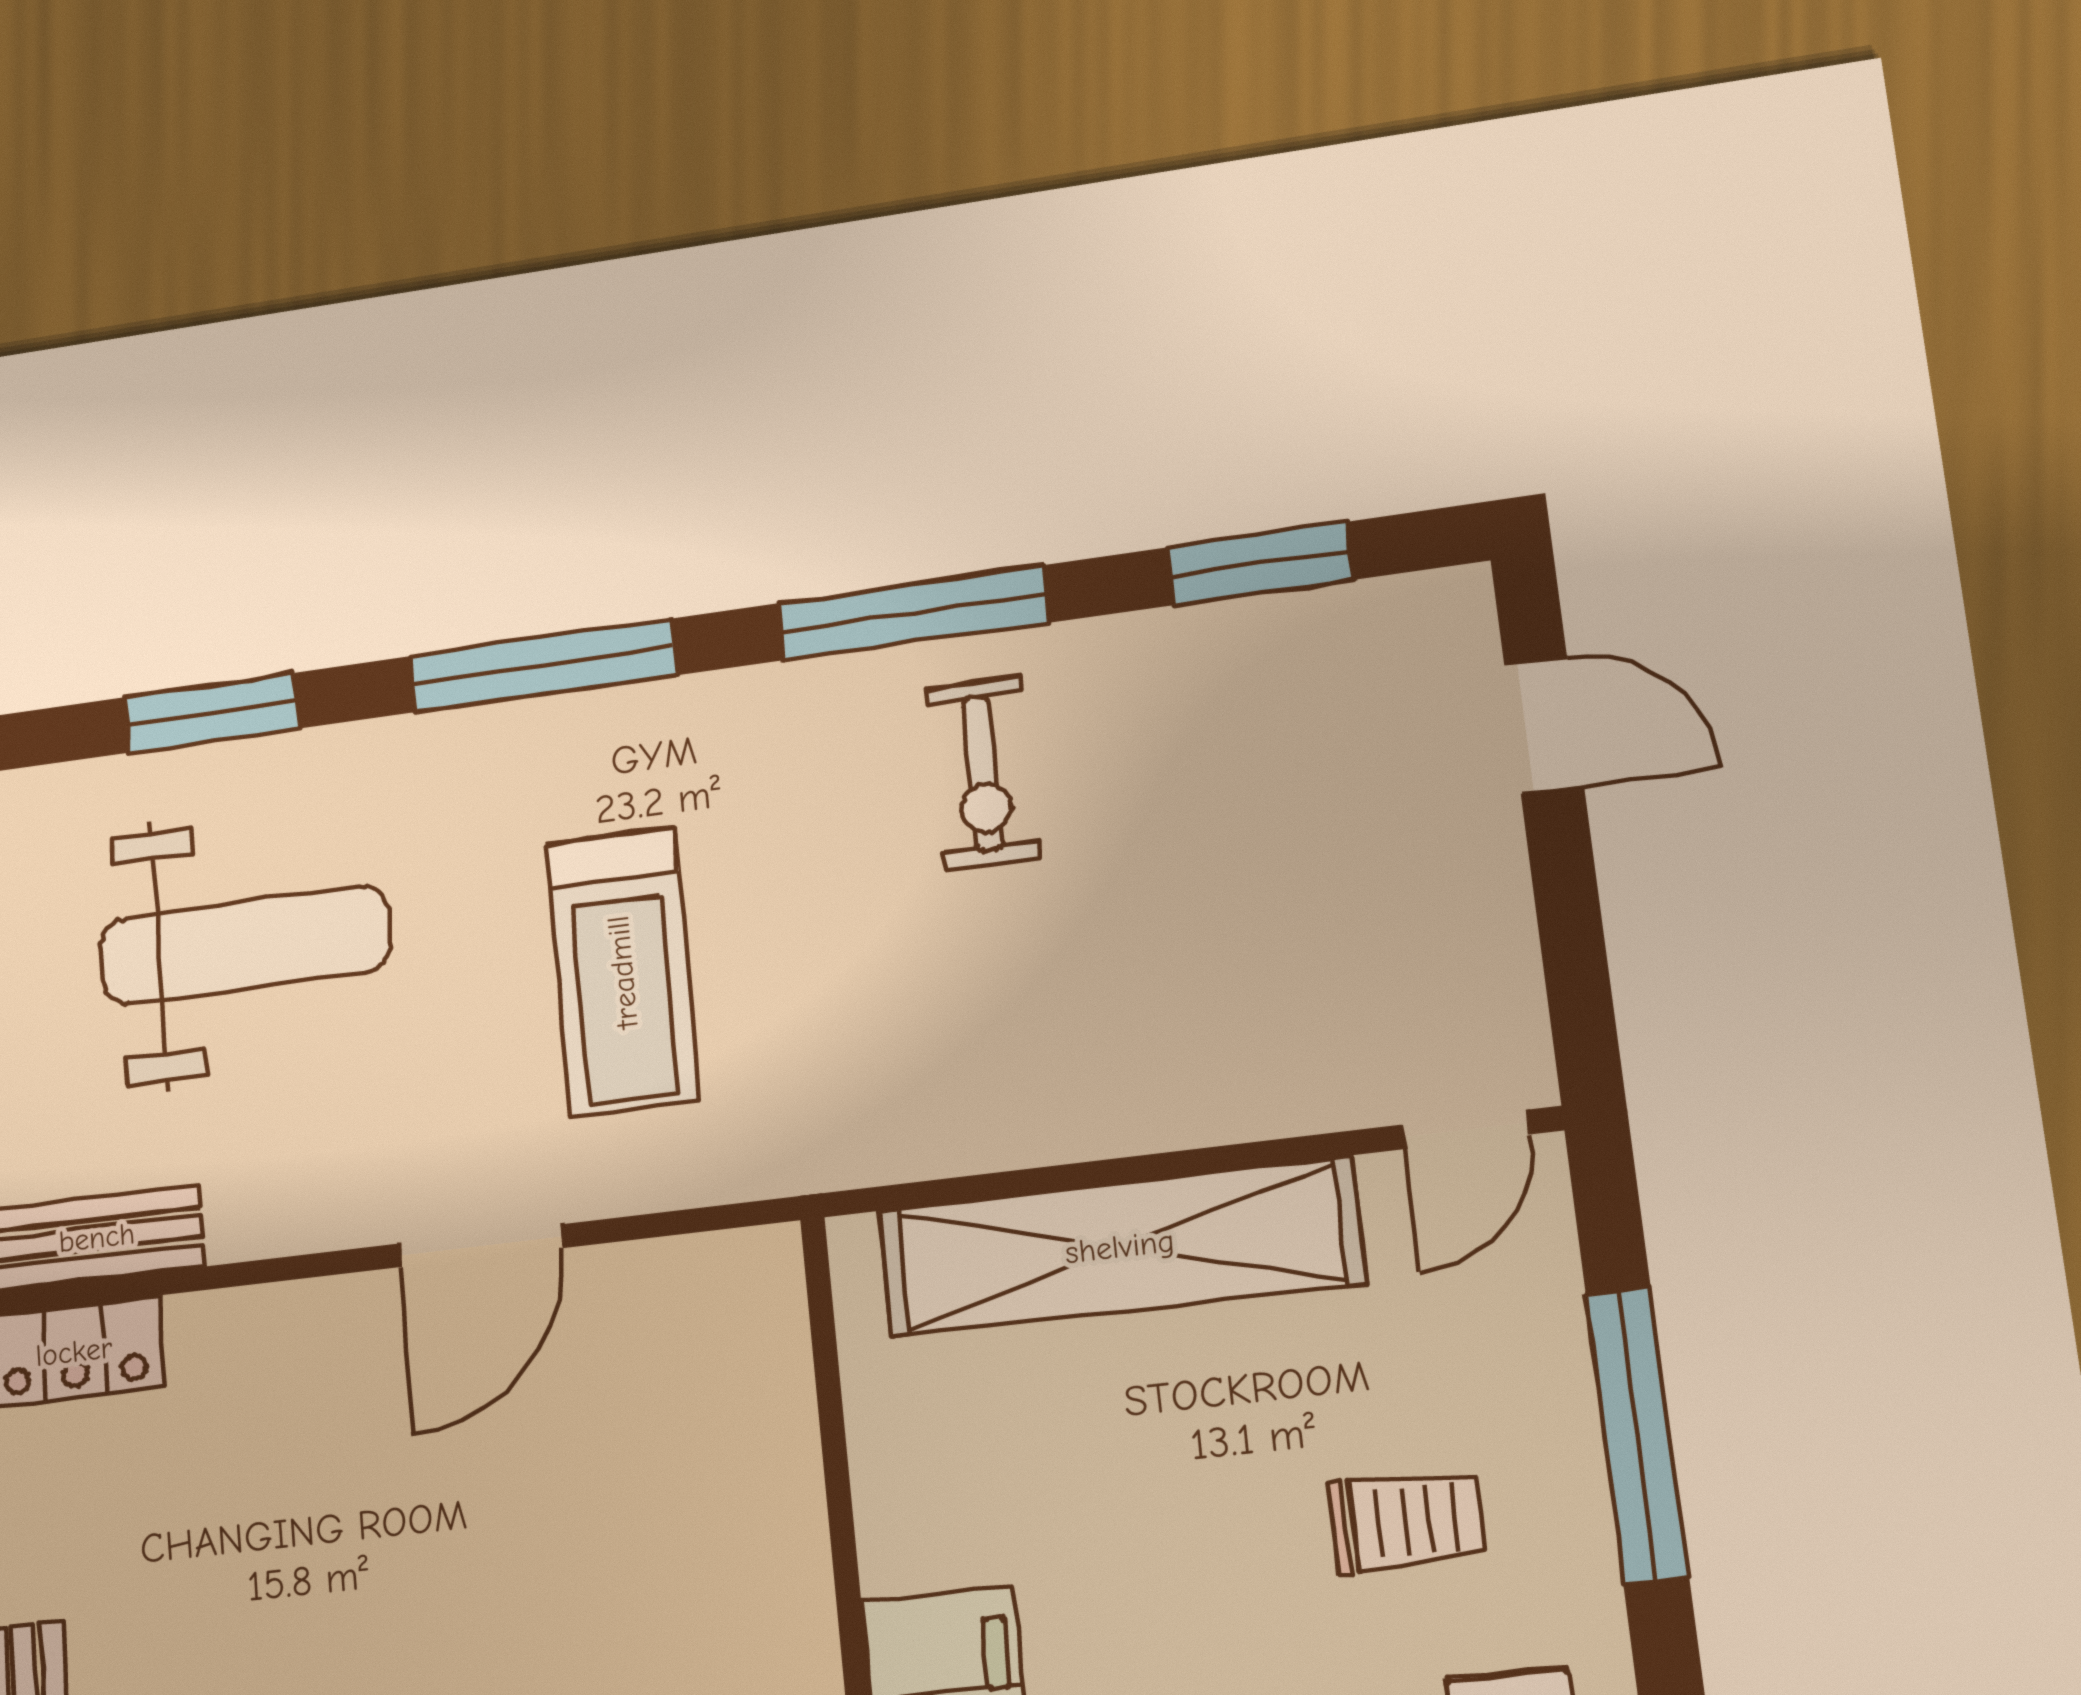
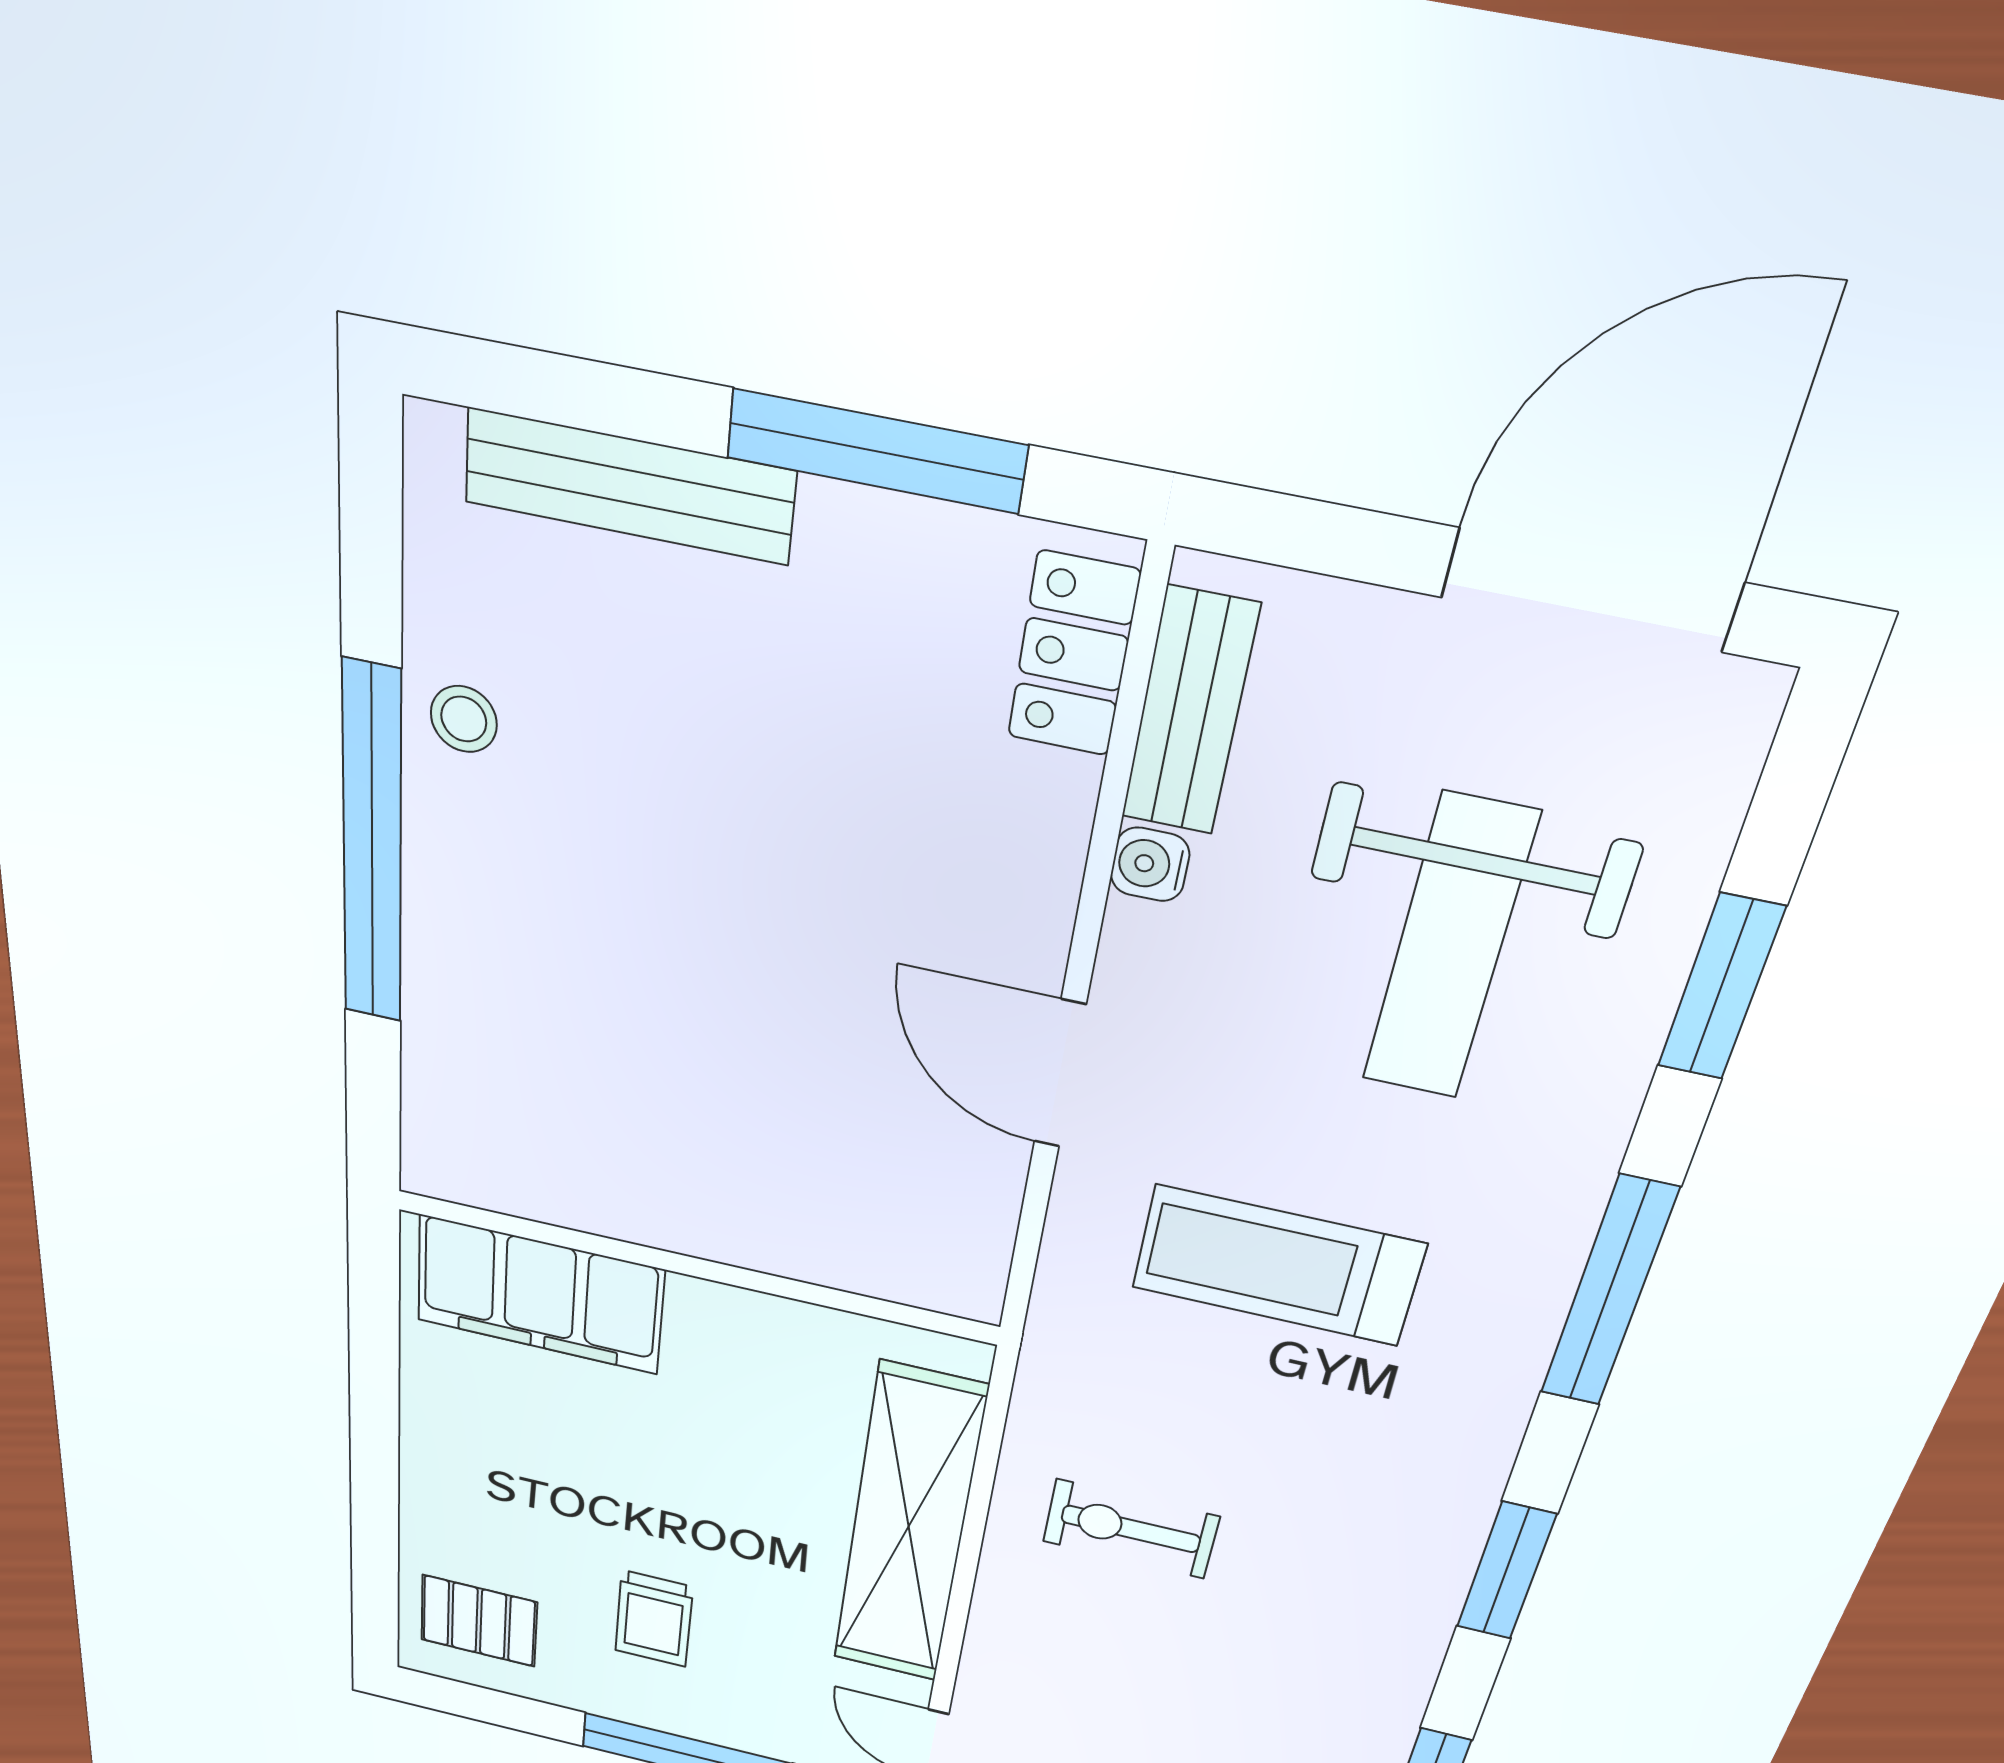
window: (913, 613) -> (1506, 1571), width x0.69
exercise bike: (983, 773) -> (1131, 1529), moved
water cooler: (243, 1228) -> (1150, 864), added

